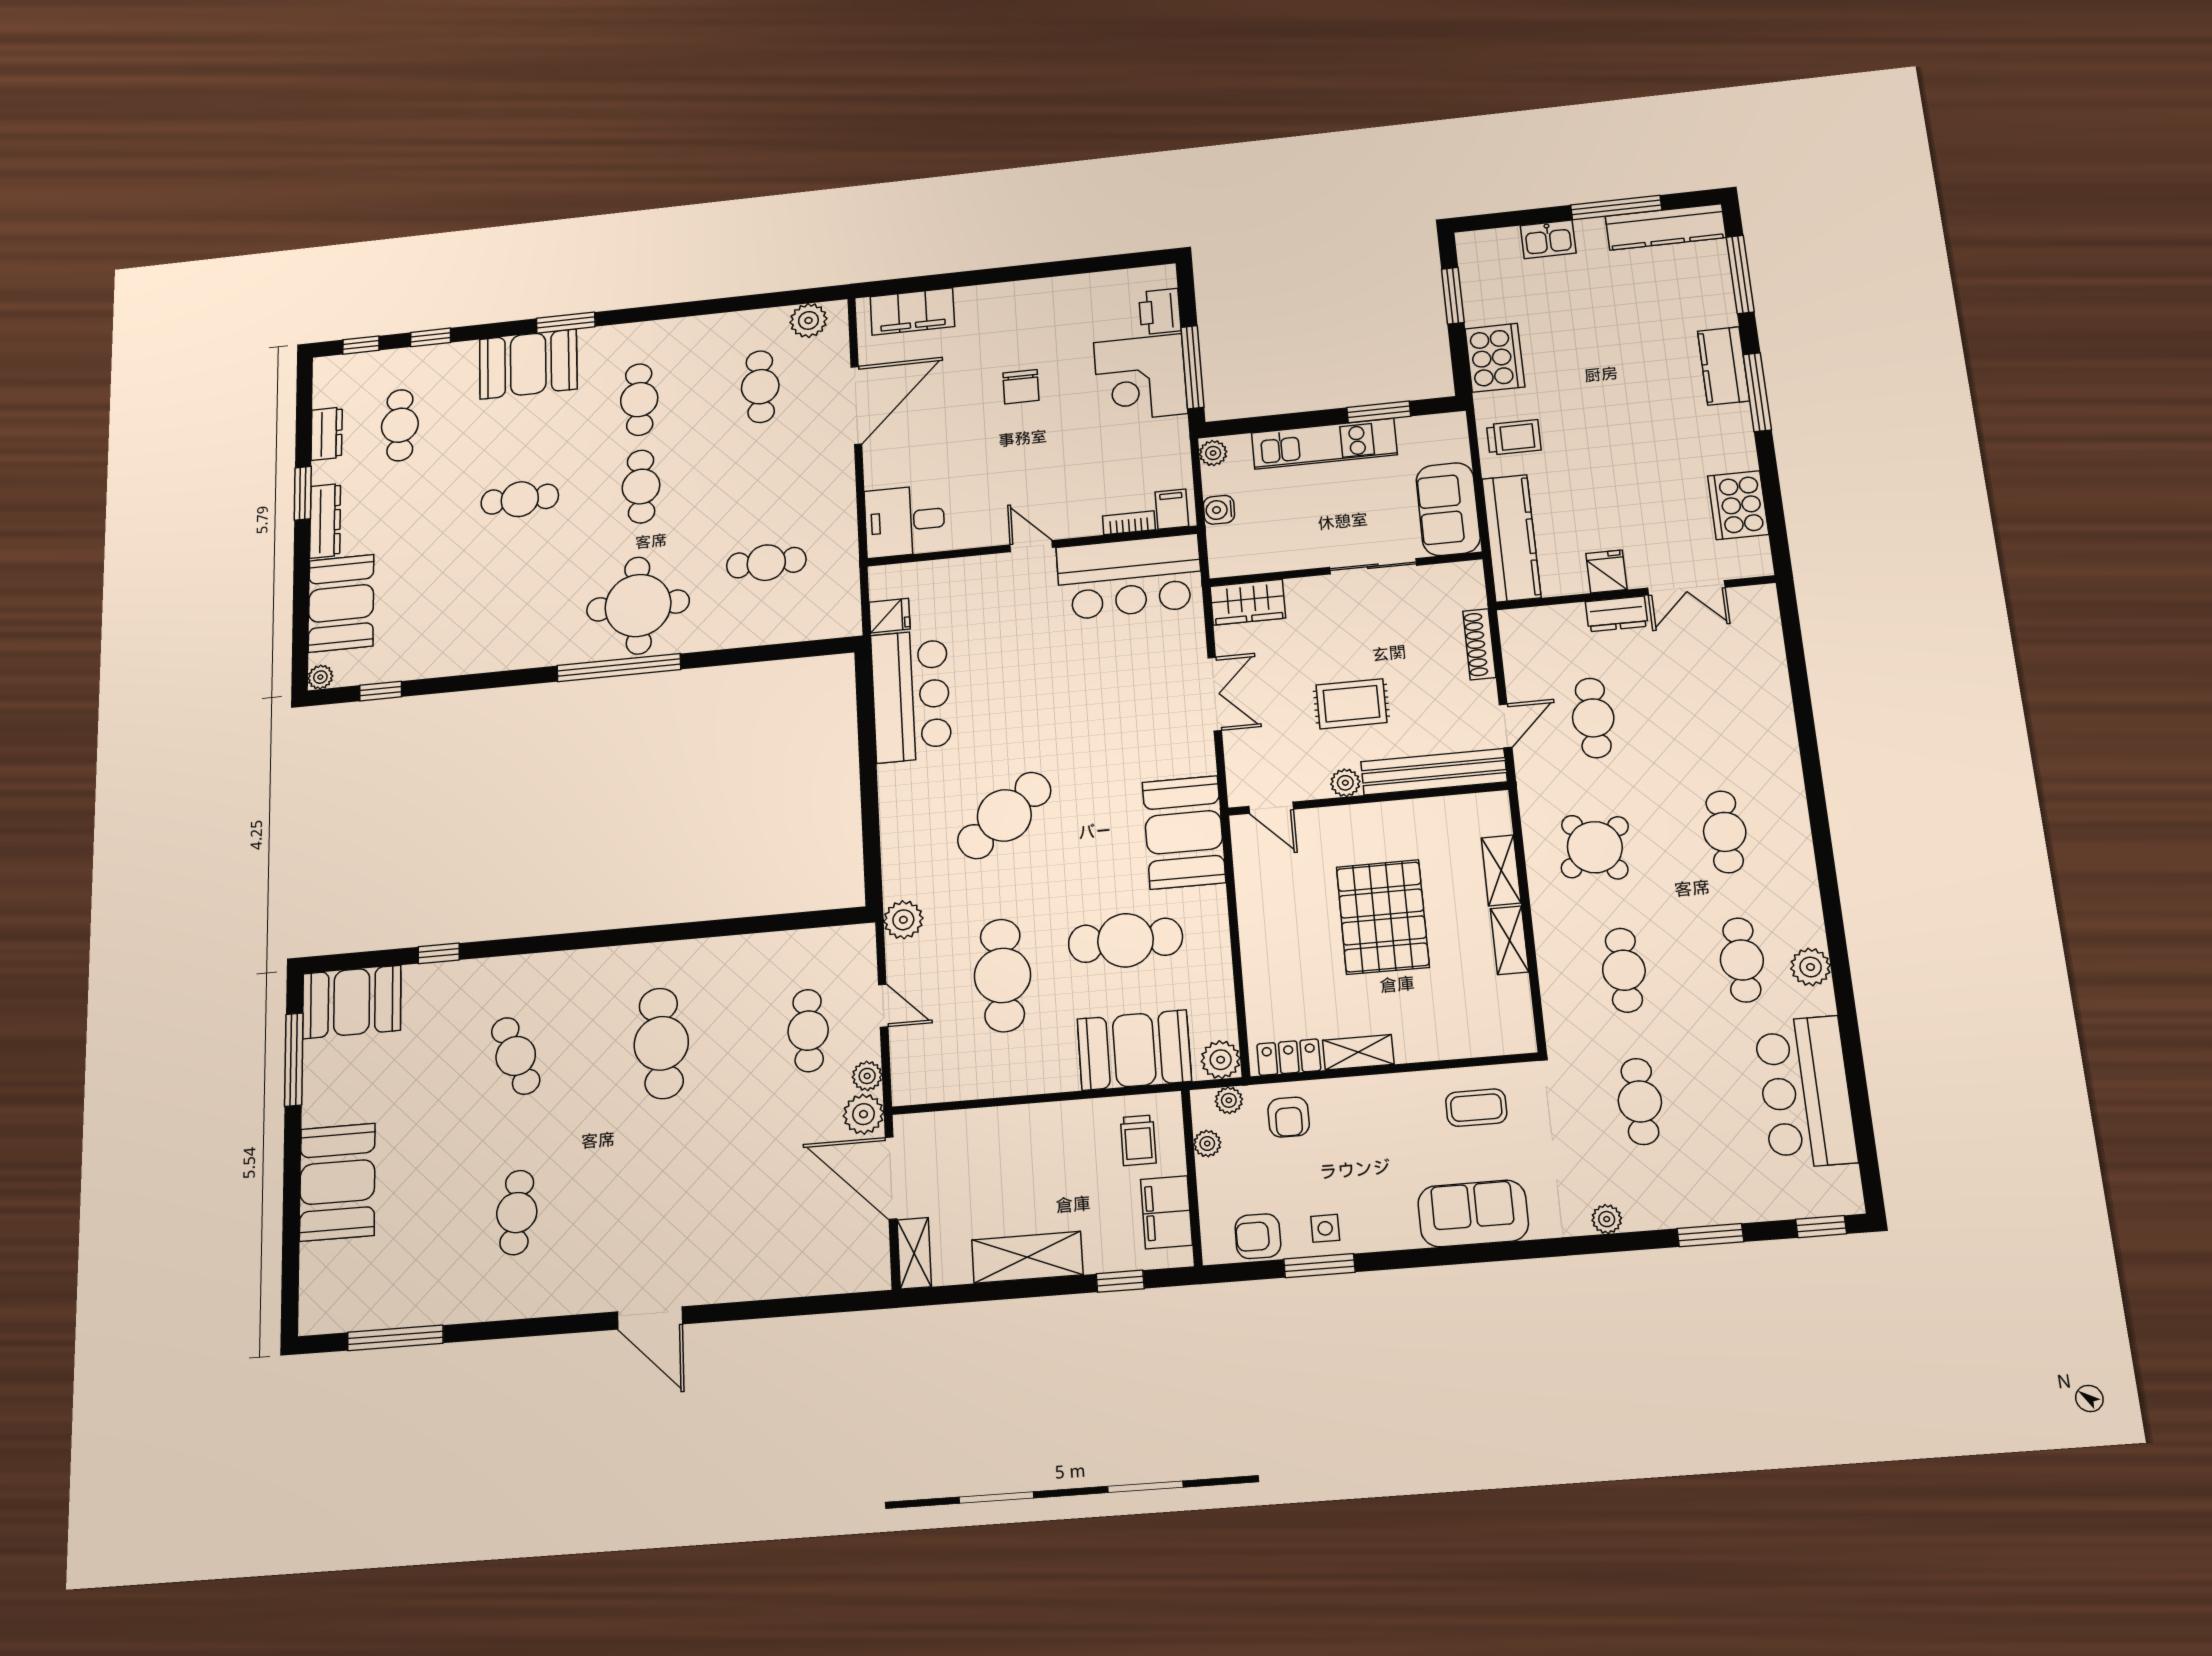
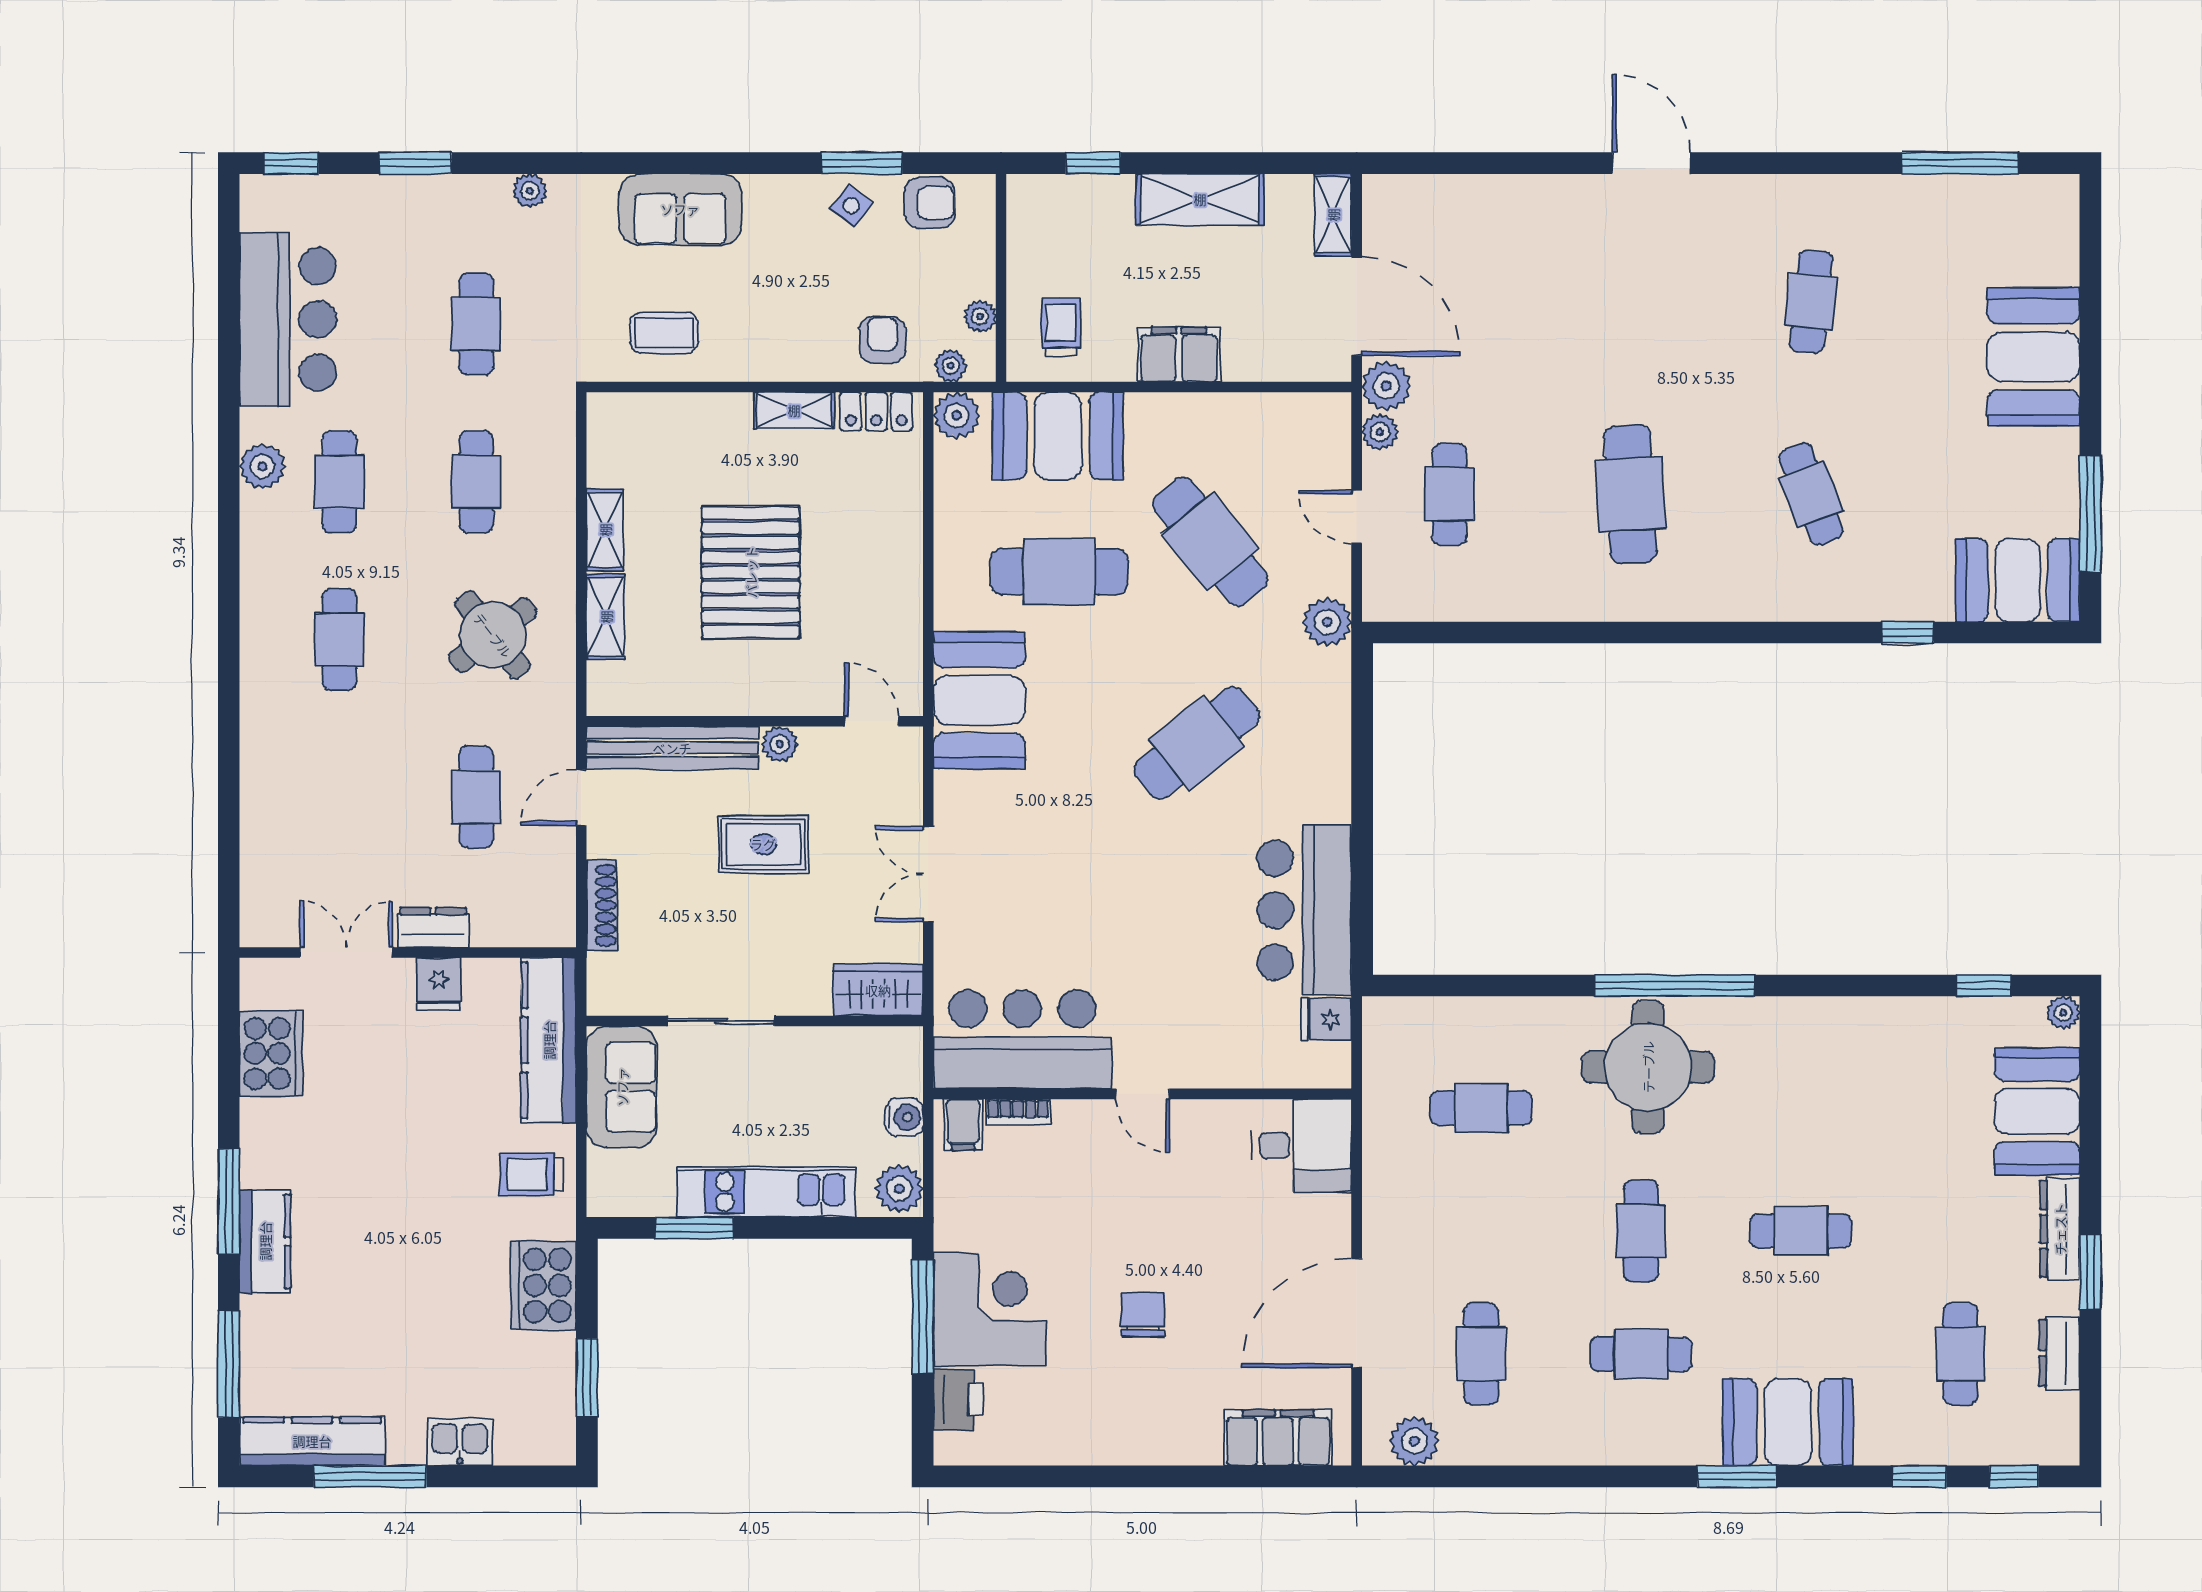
cafe table: (639, 400) -> (1641, 1354), turned 90
plant: (1213, 453) -> (899, 1189), width x1.38, depth x1.38
cafe table: (1002, 975) -> (1210, 541), turned -39
filing cabinet: (1166, 1212) -> (1179, 354), moved, turned -90
side table: (1325, 1228) -> (851, 206), turned 37

